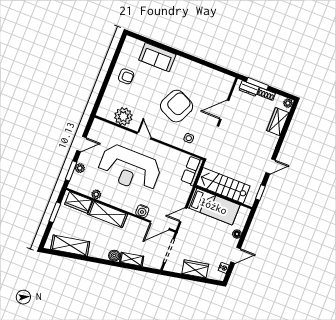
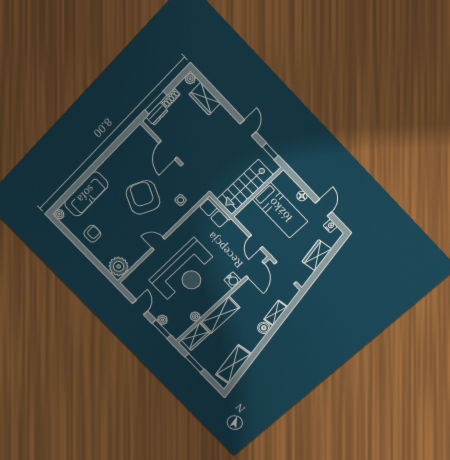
plant: (129, 41) -> (59, 214), added
sofa: (157, 57) -> (86, 194), width x1.36
plant: (123, 116) -> (119, 266), moved
bed: (214, 206) -> (280, 210), moved, turned 90

